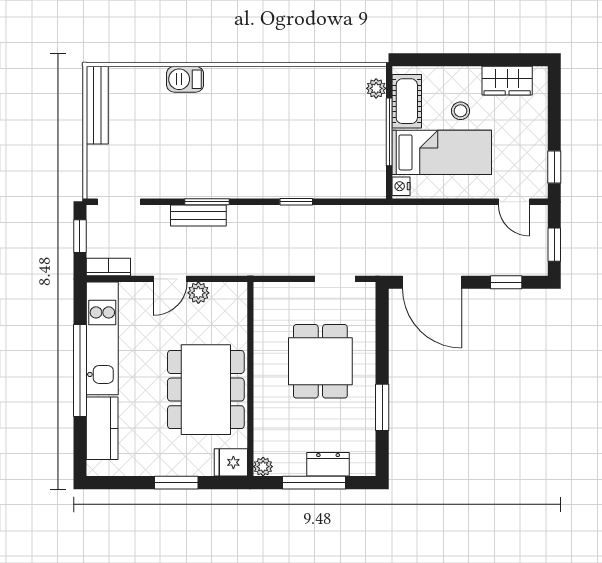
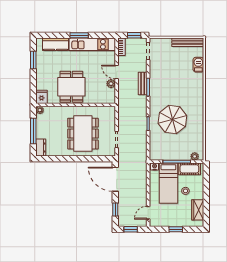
barbecue: (185, 79) -> (198, 65), moved
parasol: (286, 143) -> (172, 120), added
window: (554, 167) -> (176, 229), moved
door: (432, 282) -> (115, 179), hinge flipped
dining table: (320, 361) -> (83, 134), width x1.38
window: (80, 370) -> (79, 35), width x0.47
dining table: (206, 390) -> (71, 87), width x0.73
window: (382, 407) -> (64, 159), removed
dresser: (328, 464) -> (41, 148), moved
window: (176, 483) -> (33, 60), moved

